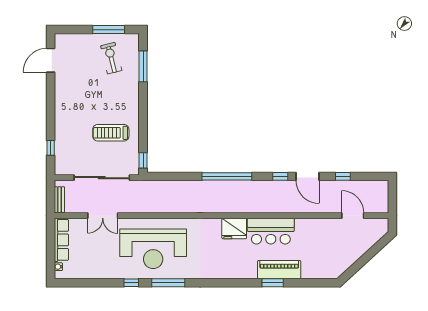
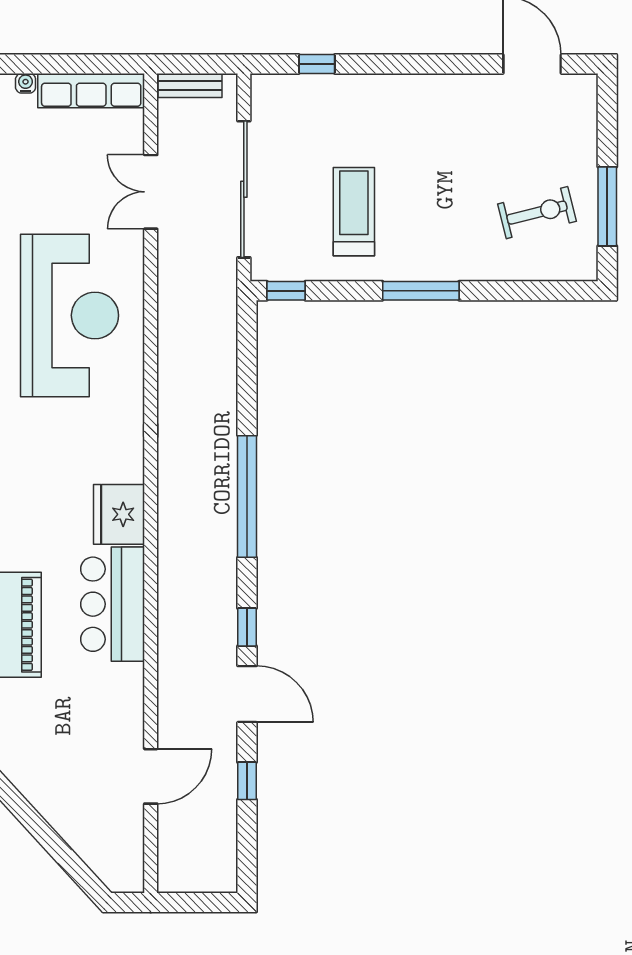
window: (143, 66) -> (421, 291), moved
door: (307, 176) -> (247, 694), swing flipped
door: (353, 216) -> (151, 776), moved
reception desk: (153, 249) -> (70, 315), turned 180

